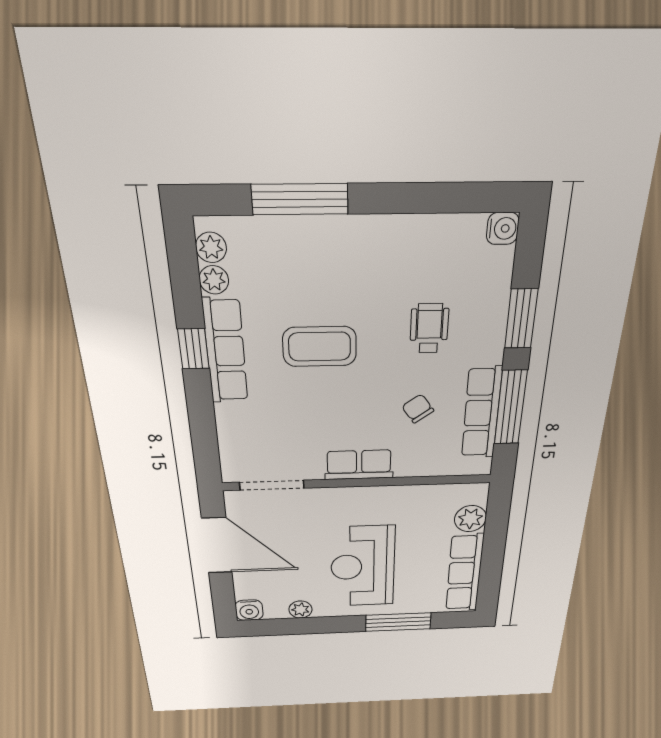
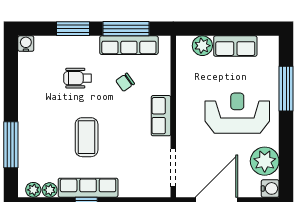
reception desk: (363, 567) -> (237, 113), turned 180
row of seats: (465, 573) -> (235, 46), width x0.68
plant: (300, 610) -> (265, 161), width x1.88, depth x1.88

